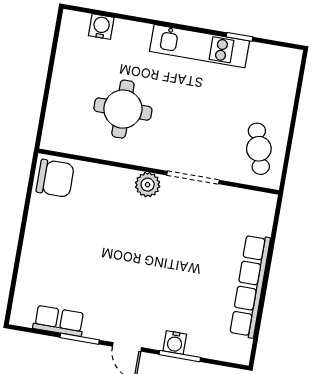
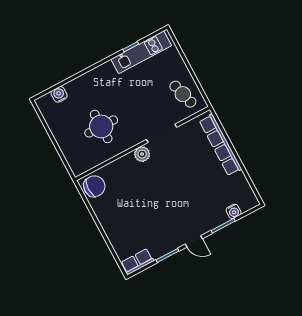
kitchen unit: (200, 46) -> (141, 52), moved
row of seats: (250, 286) -> (220, 145), moved
row of seats: (59, 321) -> (137, 262), moved
water cooler: (175, 342) -> (234, 211), moved

